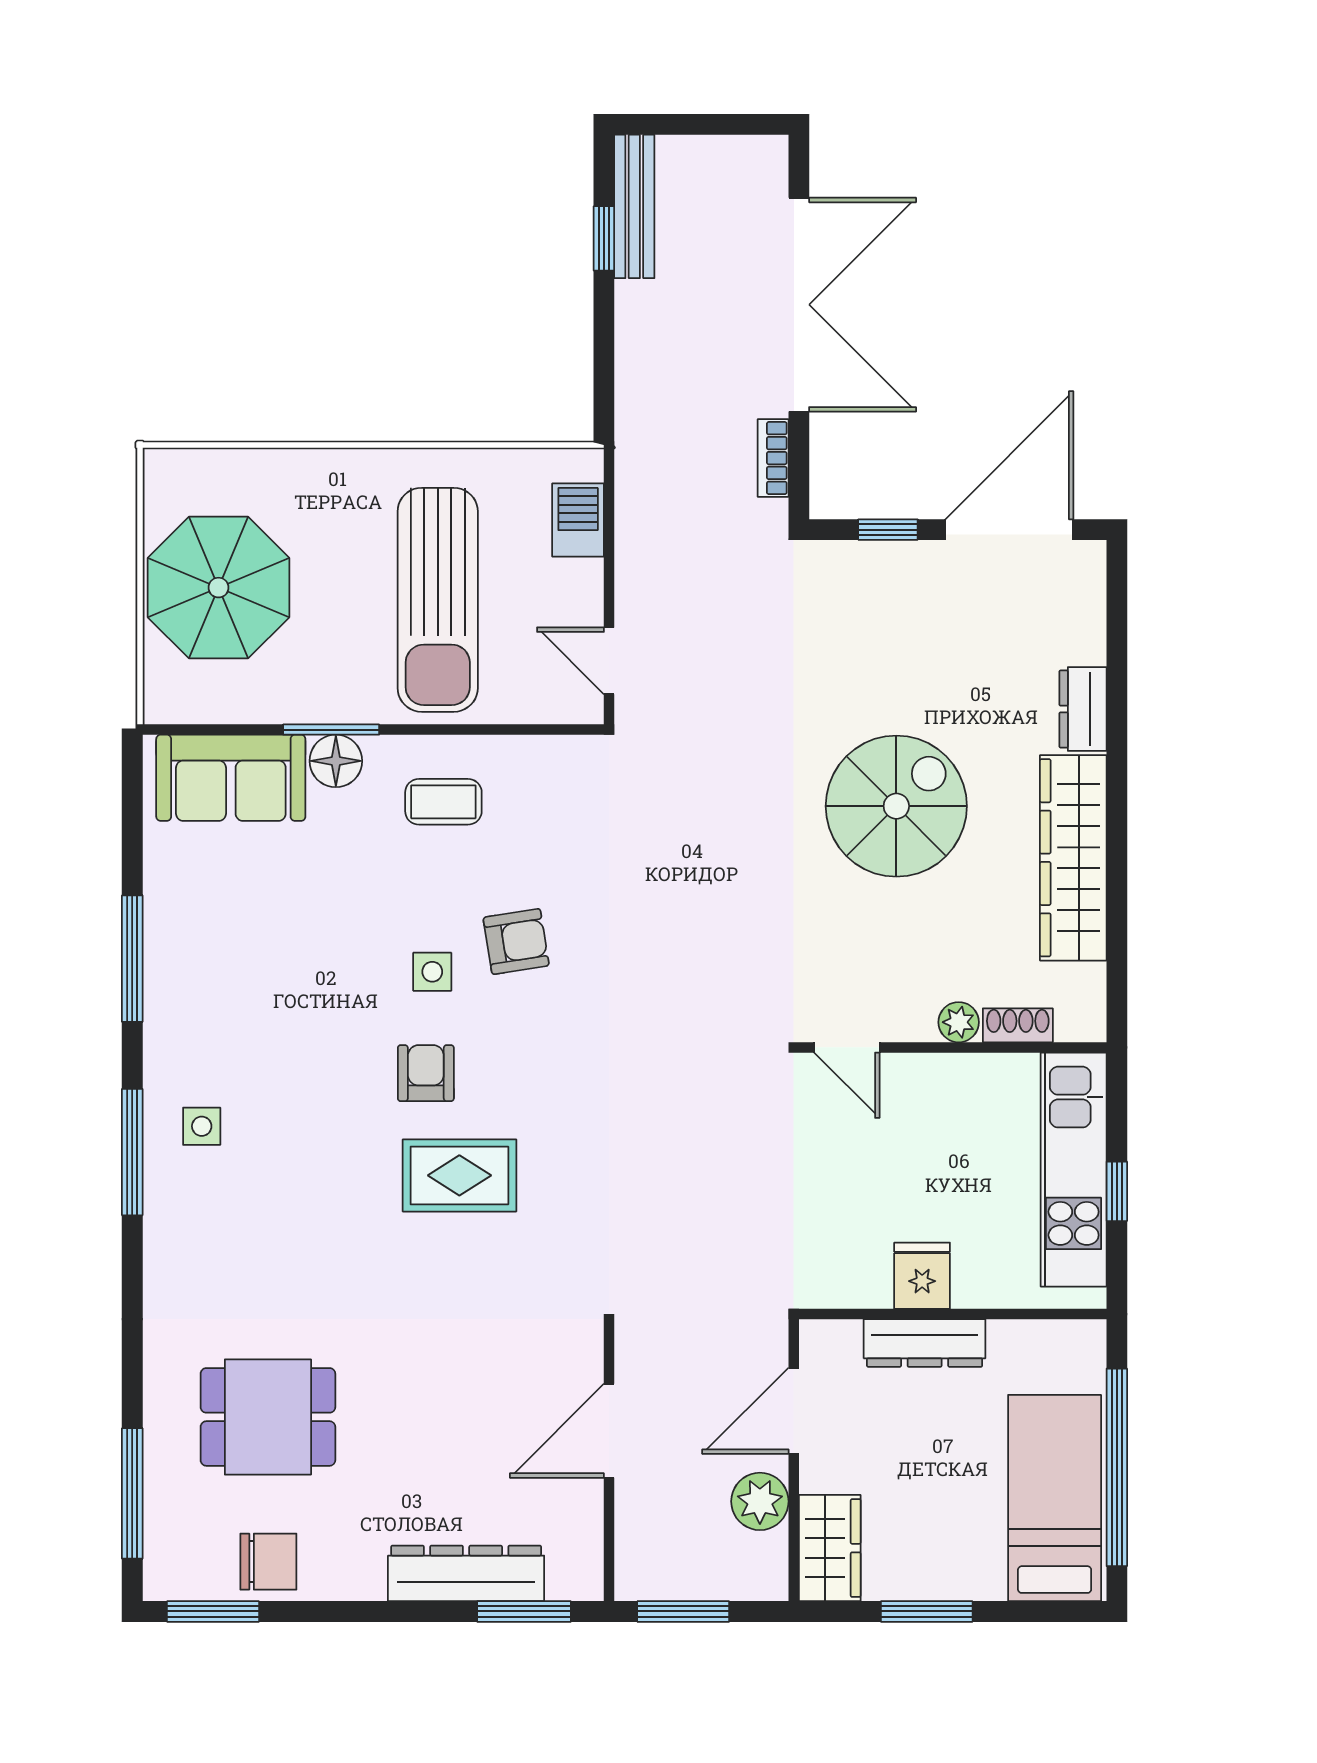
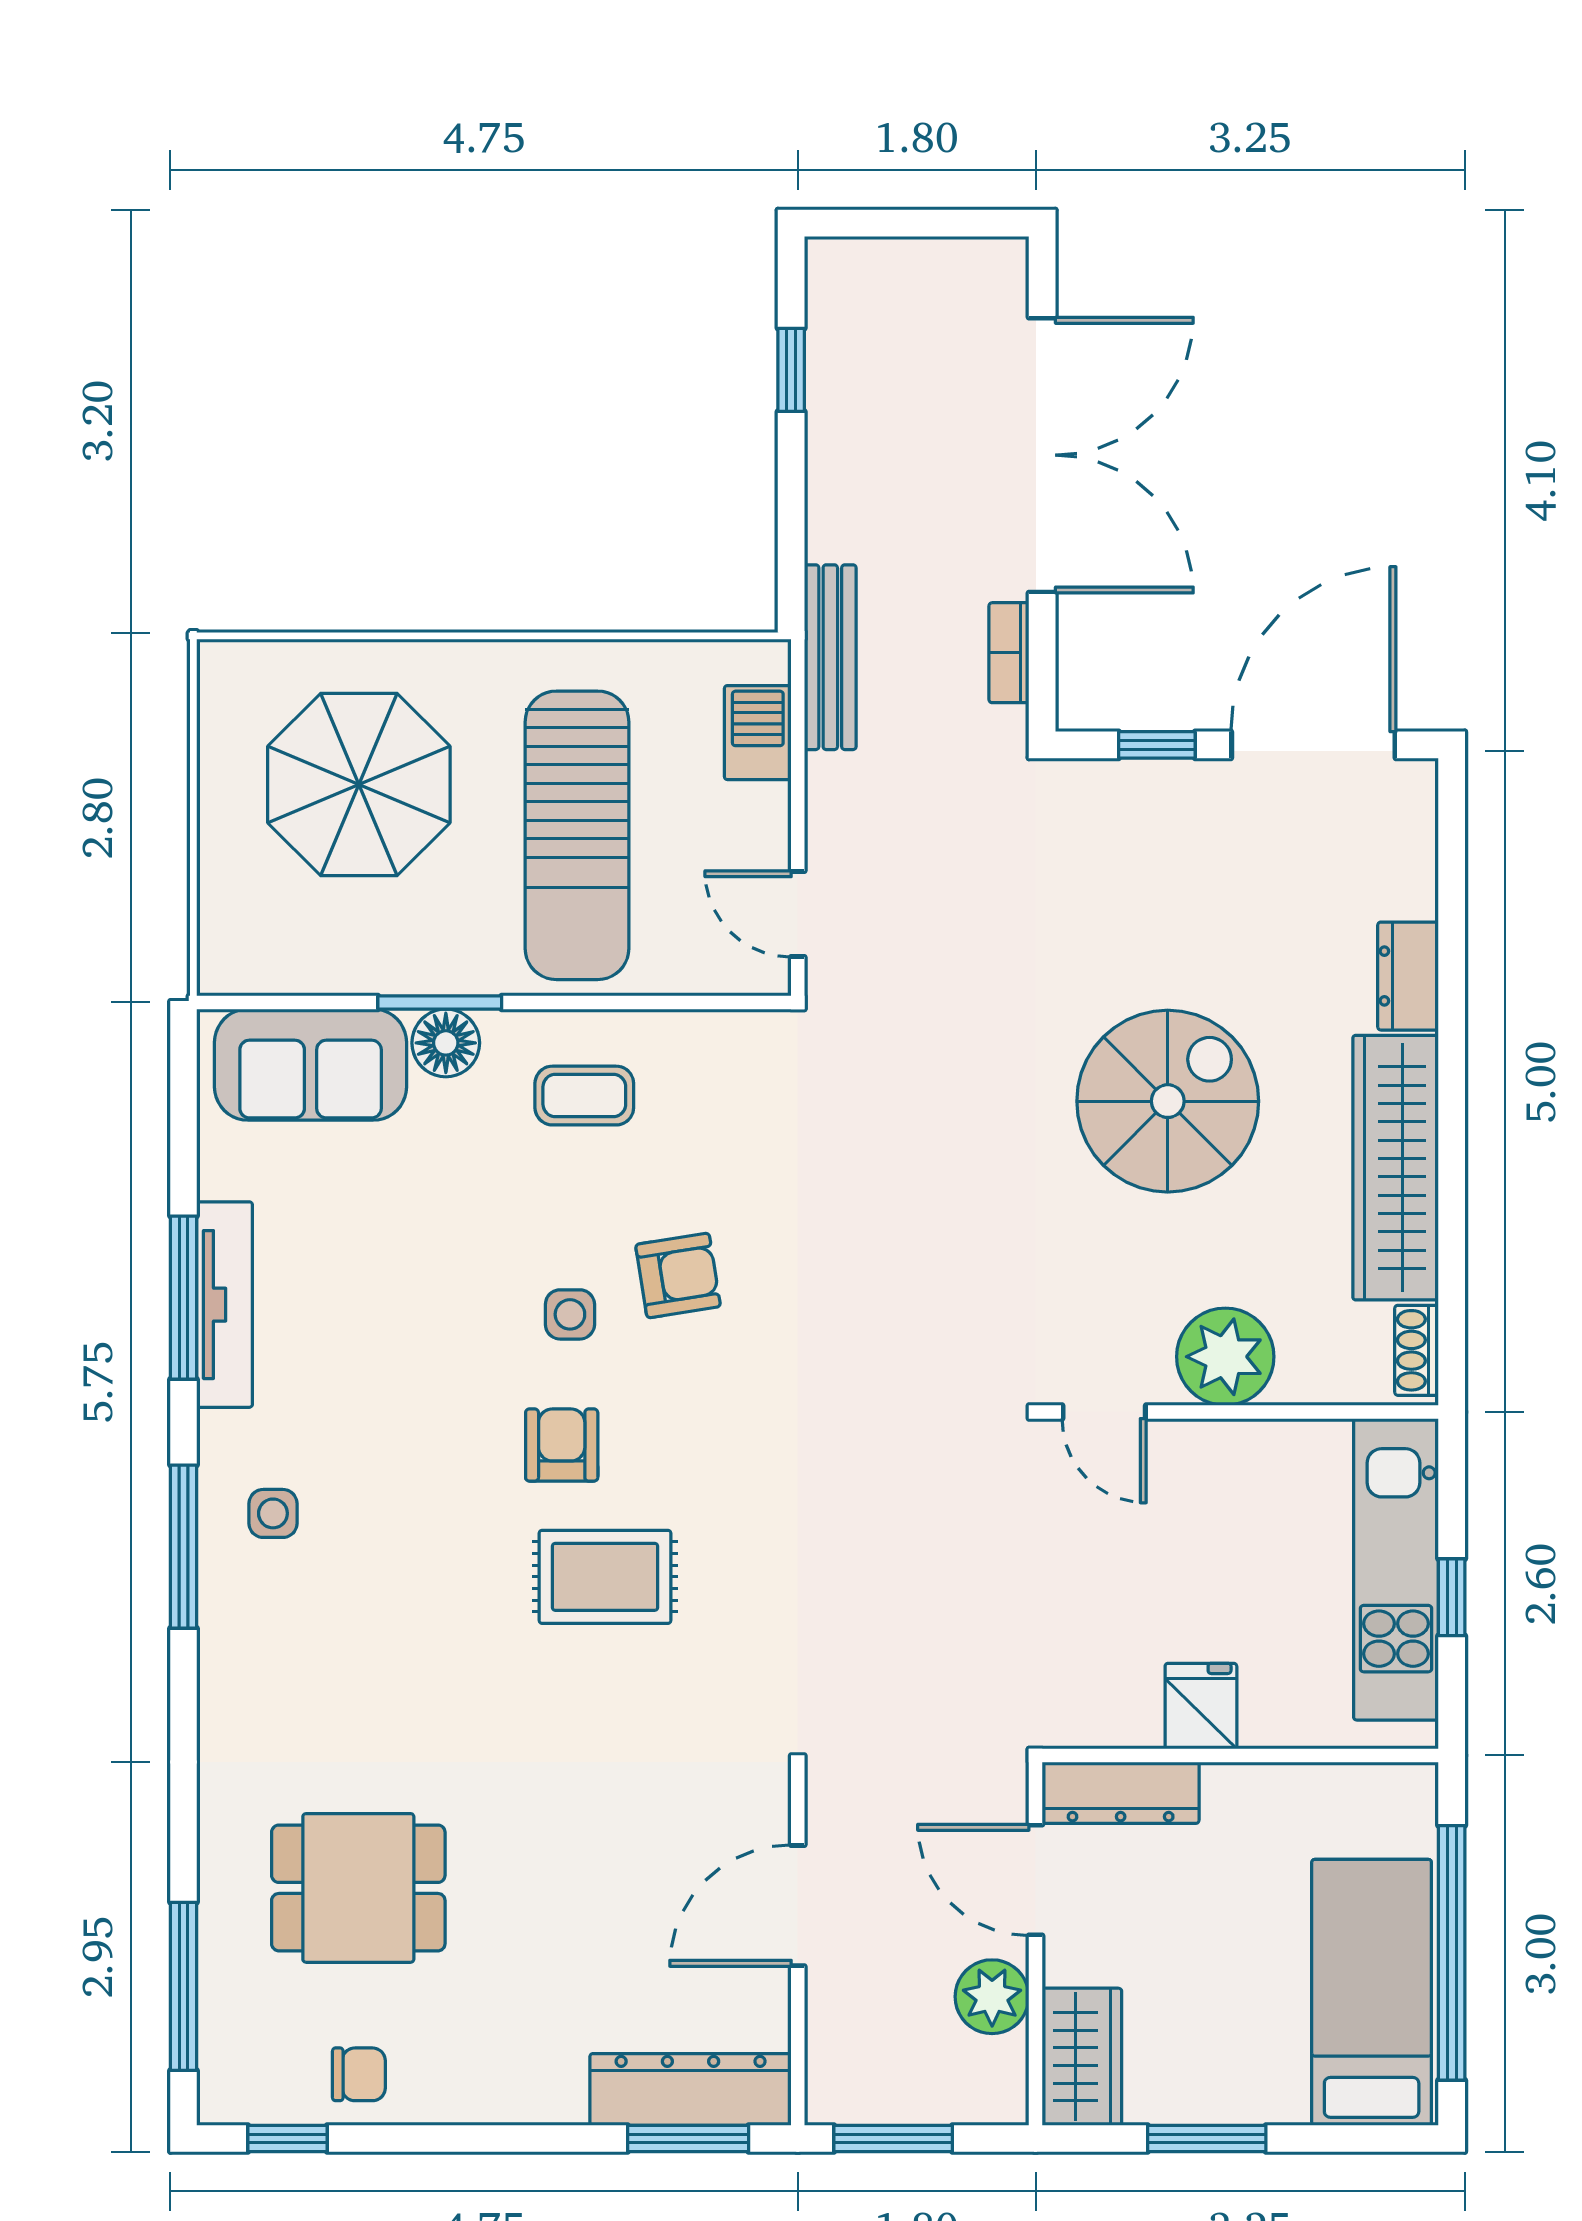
bench: (634, 206) -> (830, 657), moved
parasol: (218, 588) -> (359, 785), moved
tv unit: (164, 964) -> (225, 1305), added
plant: (959, 1022) -> (1225, 1357), width x1.88, depth x1.88
shoe rack: (1018, 1025) -> (1417, 1350), moved, turned -90
dresser: (925, 1343) -> (1121, 1793), moved
door: (794, 1411) -> (1036, 1880), hinge flipped
chair: (268, 1562) -> (359, 2074), width x0.73, depth x0.73
dresser: (466, 1573) -> (691, 2089), moved
window: (213, 1611) -> (288, 2139), width x0.67

